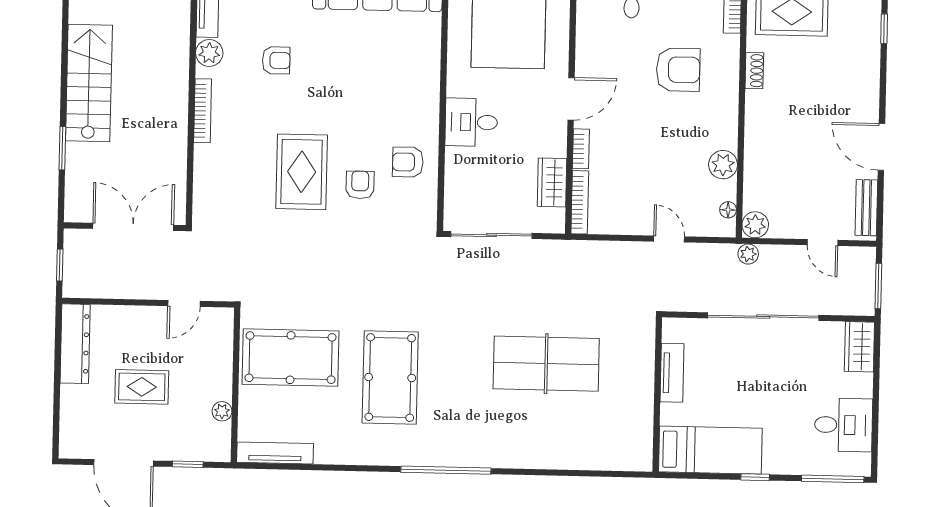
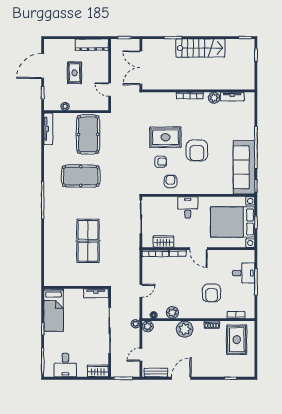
armchair: (276, 60) -> (197, 150), moved, width x1.88, depth x1.88
plant: (764, 136) -> (185, 329), added
double door: (133, 227) -> (141, 68), swing flipped
tv unit: (672, 373) -> (96, 293), moved

